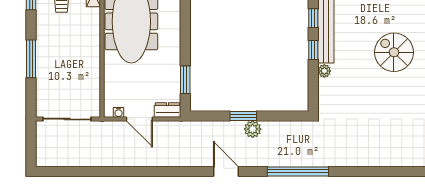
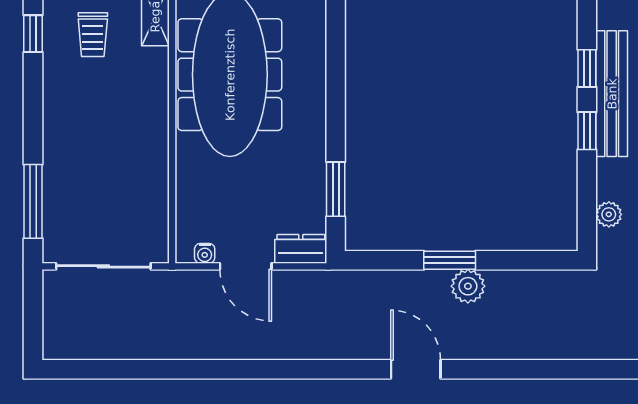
window: (31, 59) -> (33, 201), moved
plant: (324, 71) -> (609, 214), moved
window: (298, 171) -> (557, 369), removed

